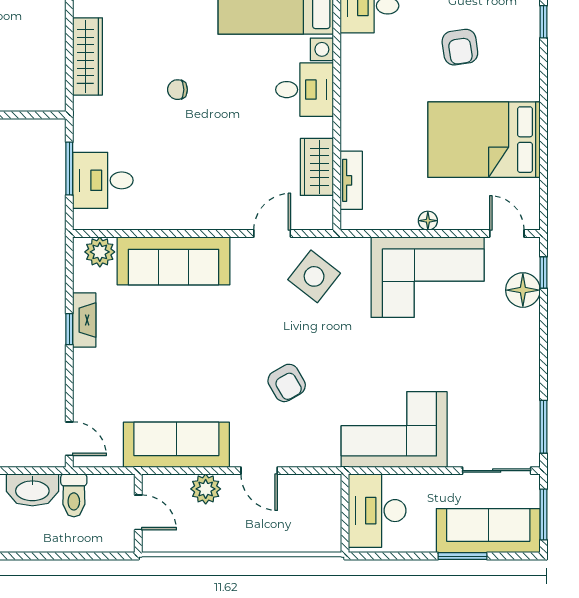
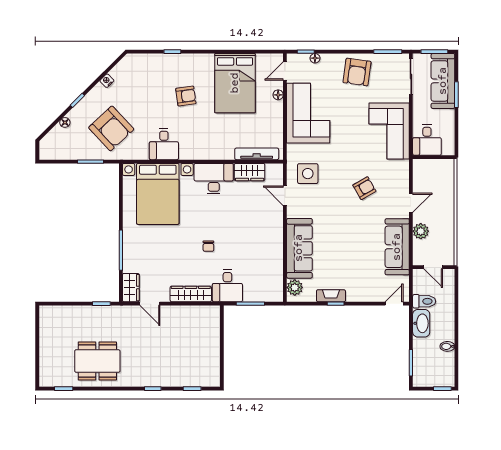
desk: (305, 90) -> (214, 179), width x1.37
desk: (103, 180) -> (227, 286), moved
tv unit: (351, 180) -> (257, 154), width x1.41
floor lamp: (428, 221) -> (278, 95), moved
side table: (314, 276) -> (308, 174), turned -38
floor lamp: (523, 290) -> (315, 58), width x0.53, depth x0.53
armchair: (505, 369) -> (357, 72), added
desk: (377, 511) -> (427, 140), width x0.73
door: (138, 512) -> (433, 267), swing flipped

